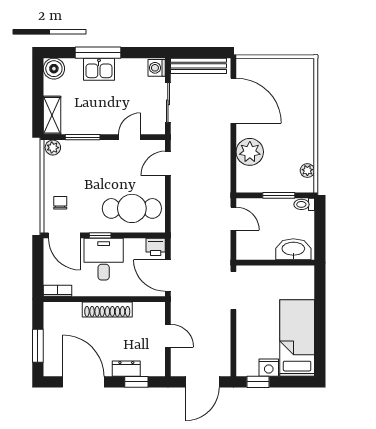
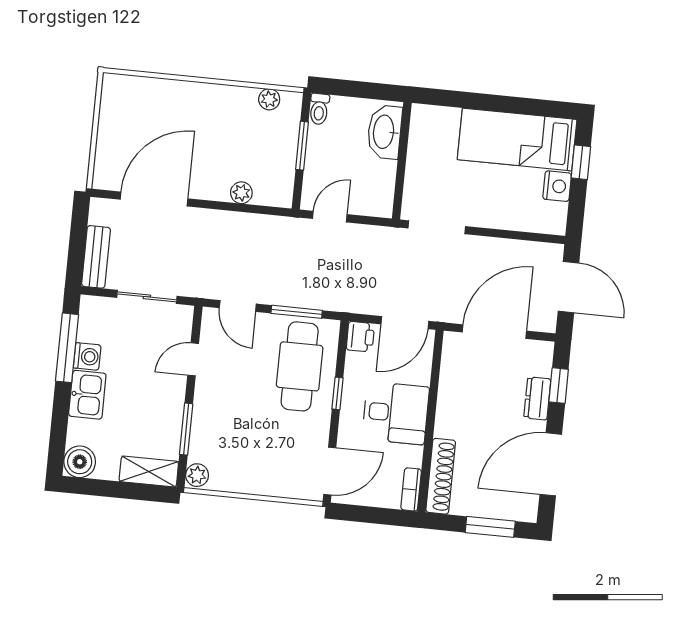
window: (98, 53) -> (67, 348), moved
bench: (199, 66) -> (96, 257), width x0.73
washing machine: (157, 68) -> (87, 356), moved, turned -90
door: (130, 137) -> (193, 359), hinge flipped
plant: (250, 152) -> (241, 193), width x0.53, depth x0.53
chair: (60, 203) -> (281, 472), removed
window: (168, 203) -> (297, 312), added
window: (100, 235) -> (337, 393), moved
desk: (104, 259) -> (396, 413), moved, turned 180
shoe rack: (107, 309) -> (441, 476), moved
door: (168, 336) -> (494, 332), width x1.88
window: (258, 382) -> (581, 162), moved

